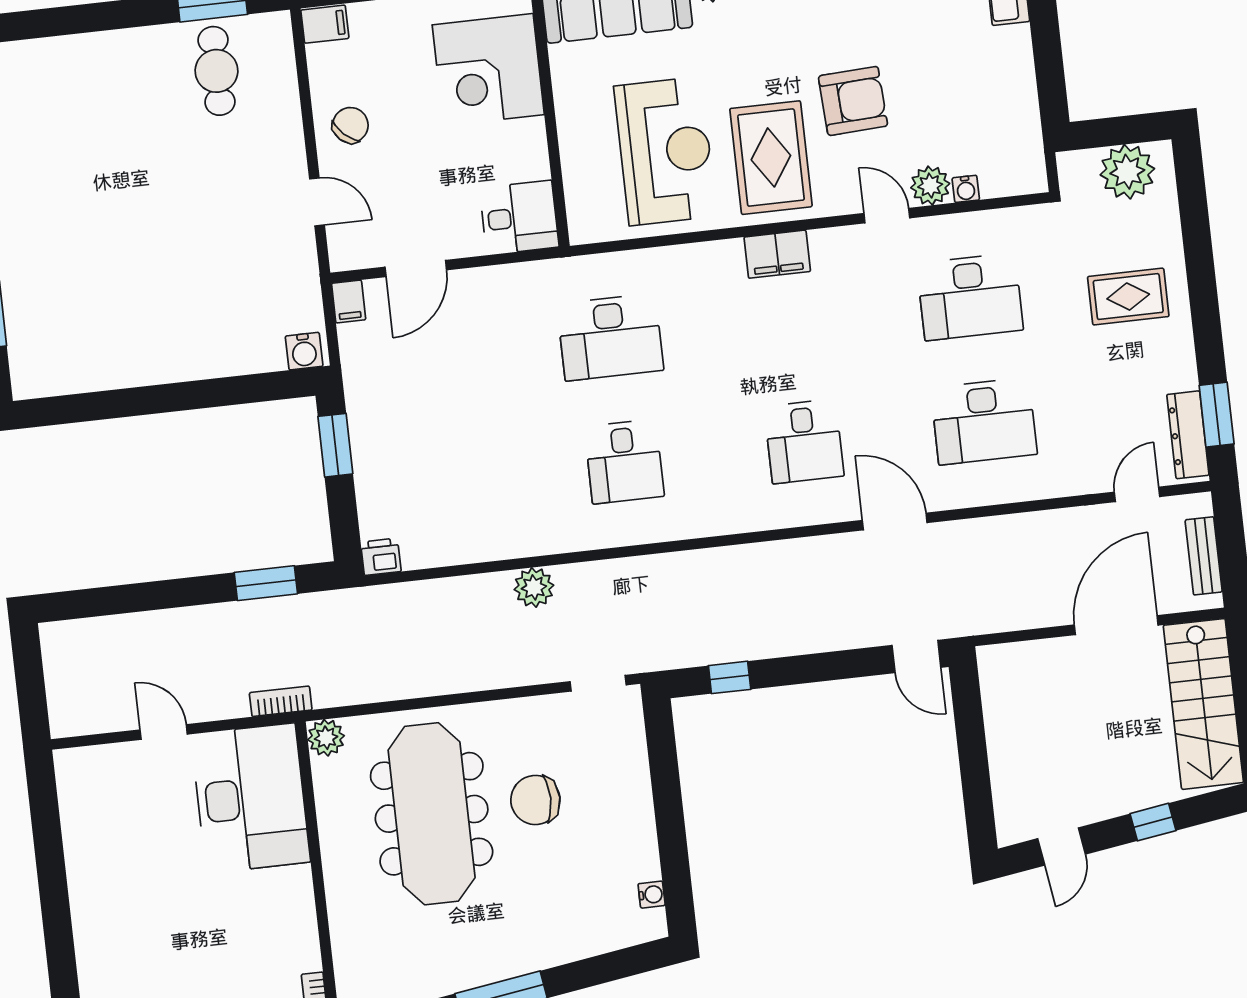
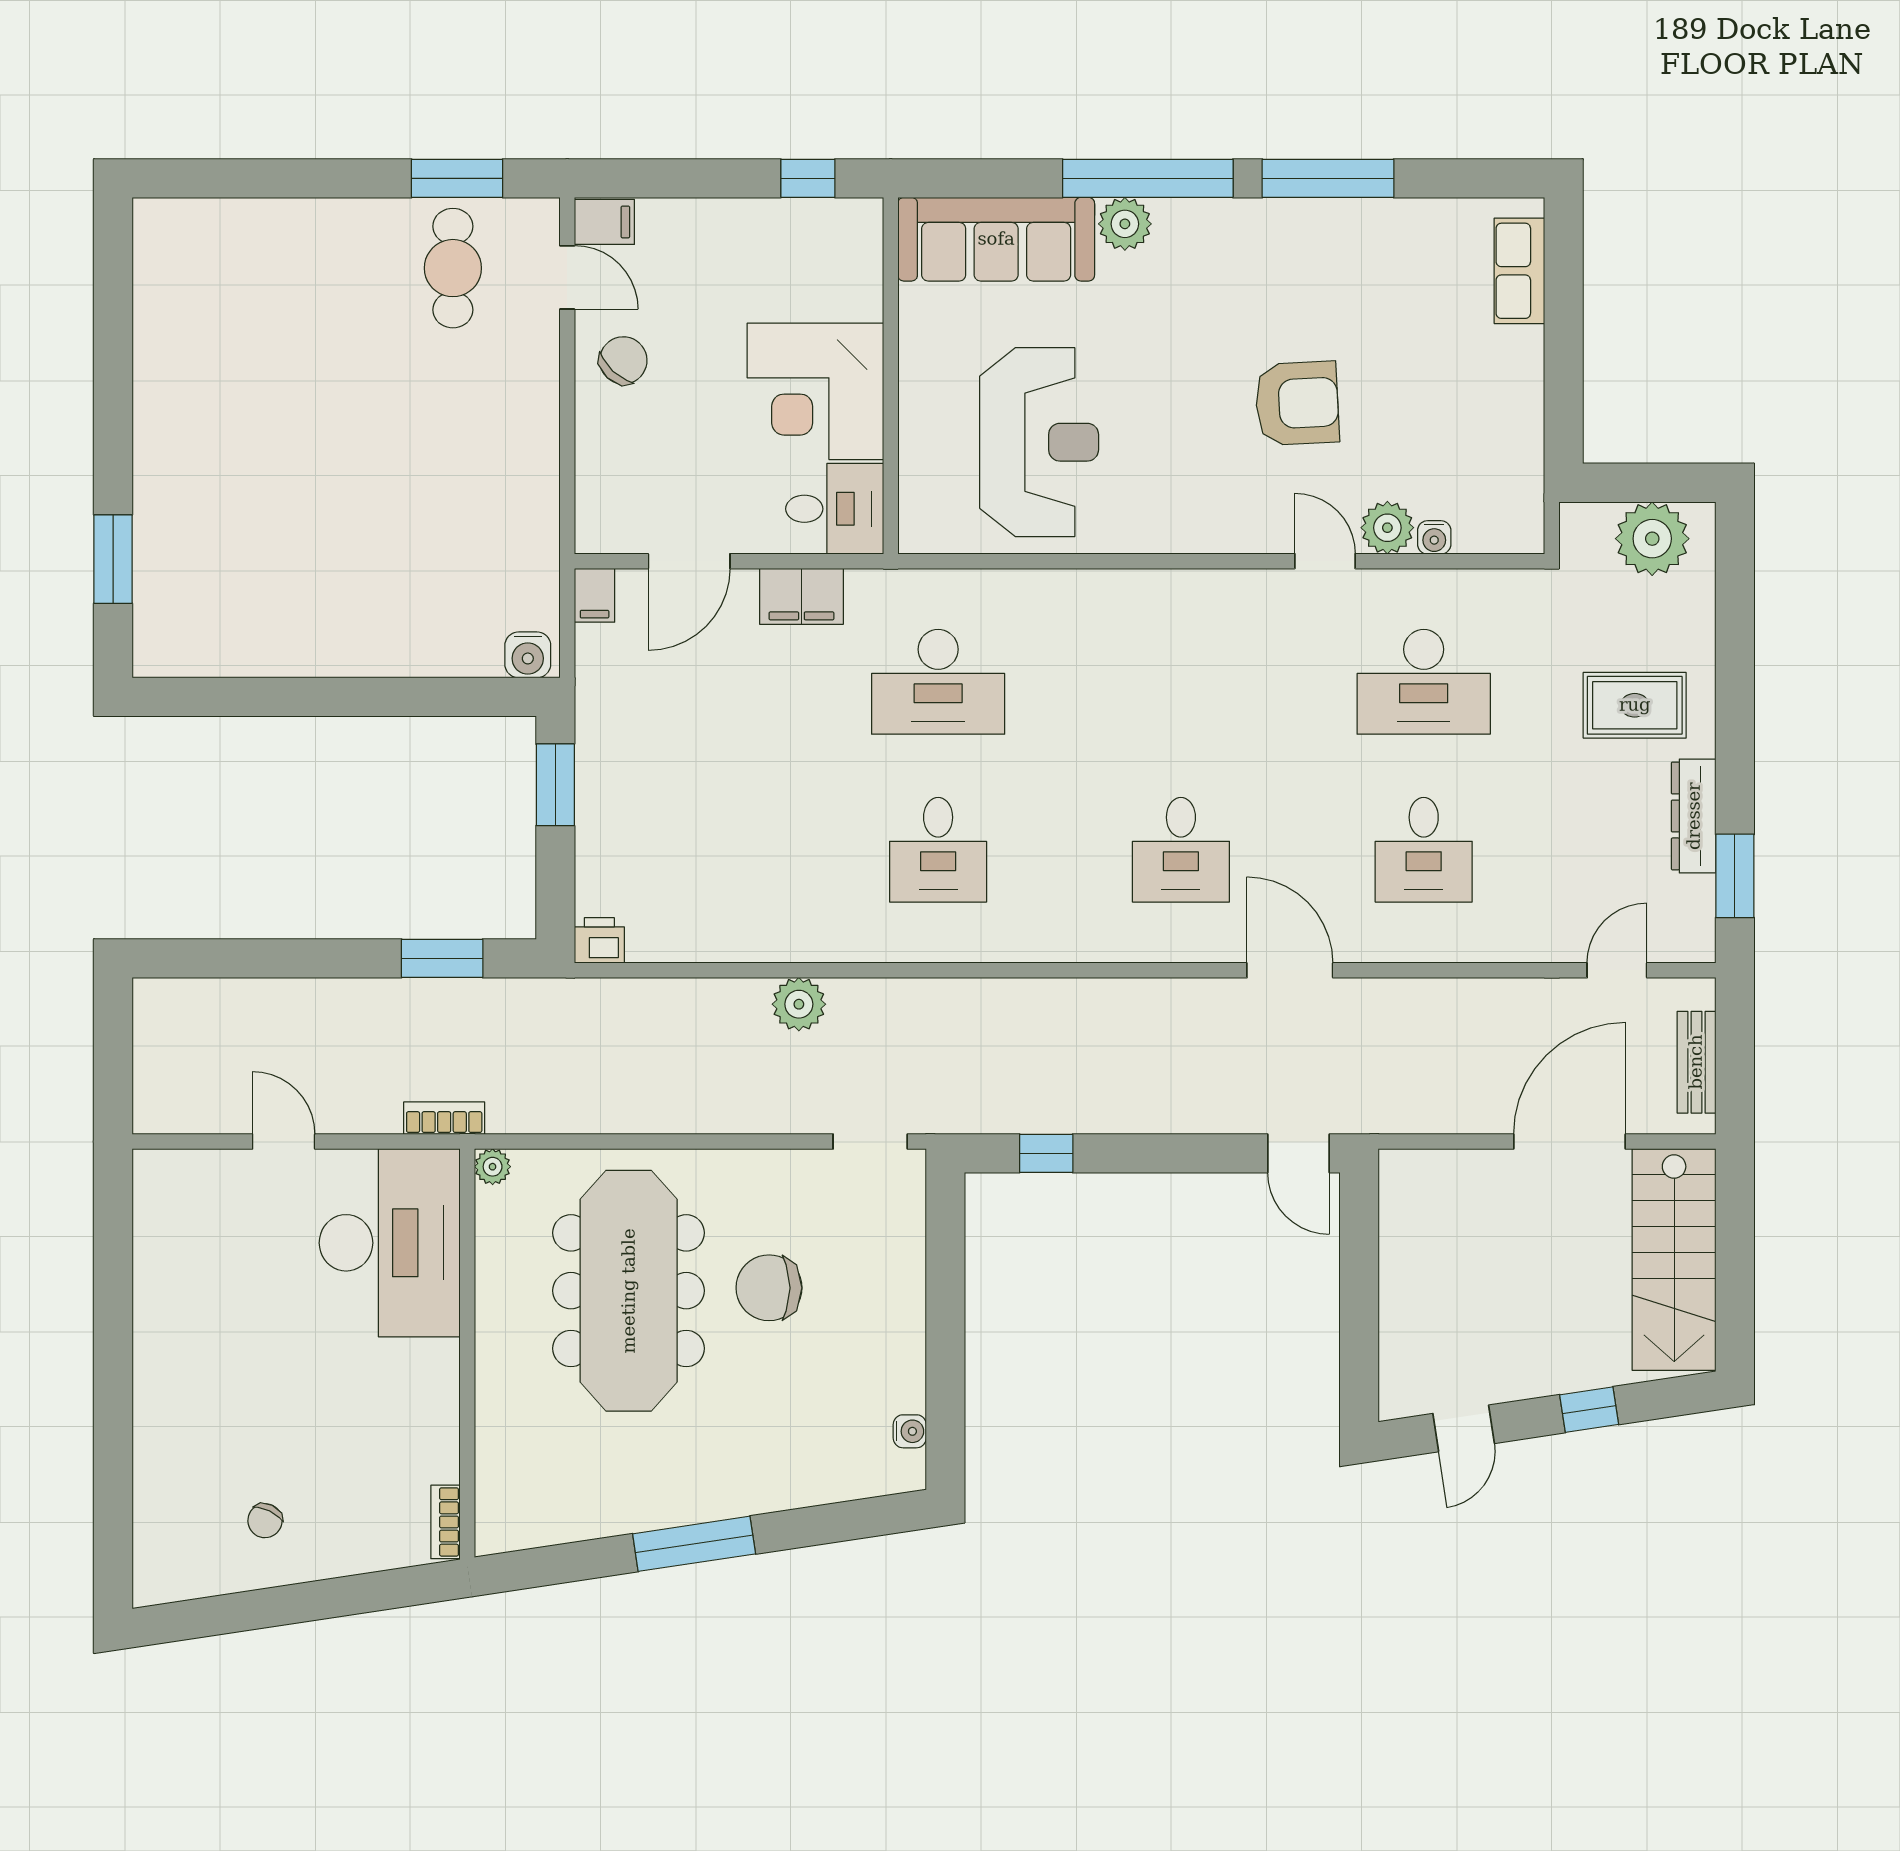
corner desk: (488, 70) -> (815, 391), moved
rug: (771, 158) -> (1179, 466), removed
door: (317, 202) -> (567, 277), moved
filing cabinet: (777, 254) -> (801, 596), moved
desk: (984, 421) -> (1424, 850), width x0.73
dresser: (1188, 435) -> (1694, 816), moved
plant: (326, 738) -> (493, 1167), width x0.73, depth x0.73

